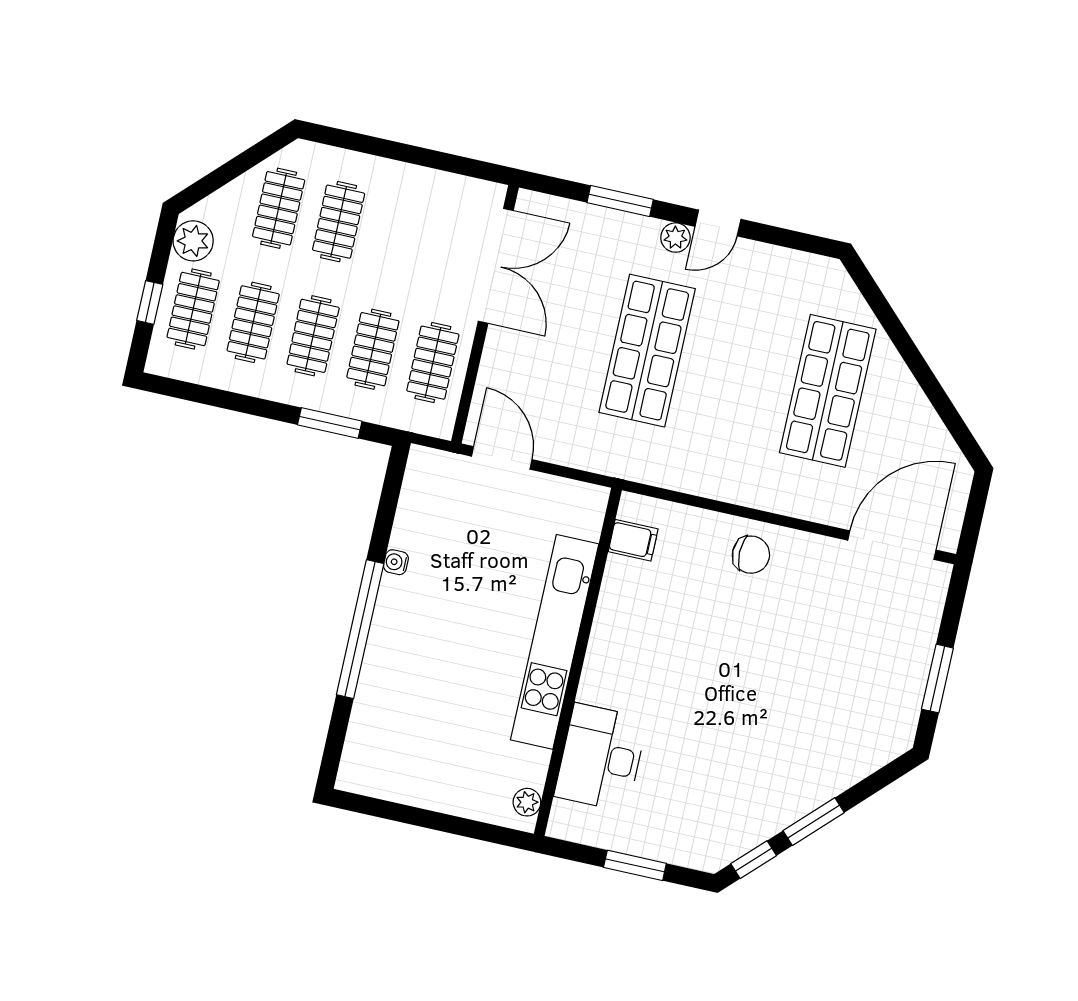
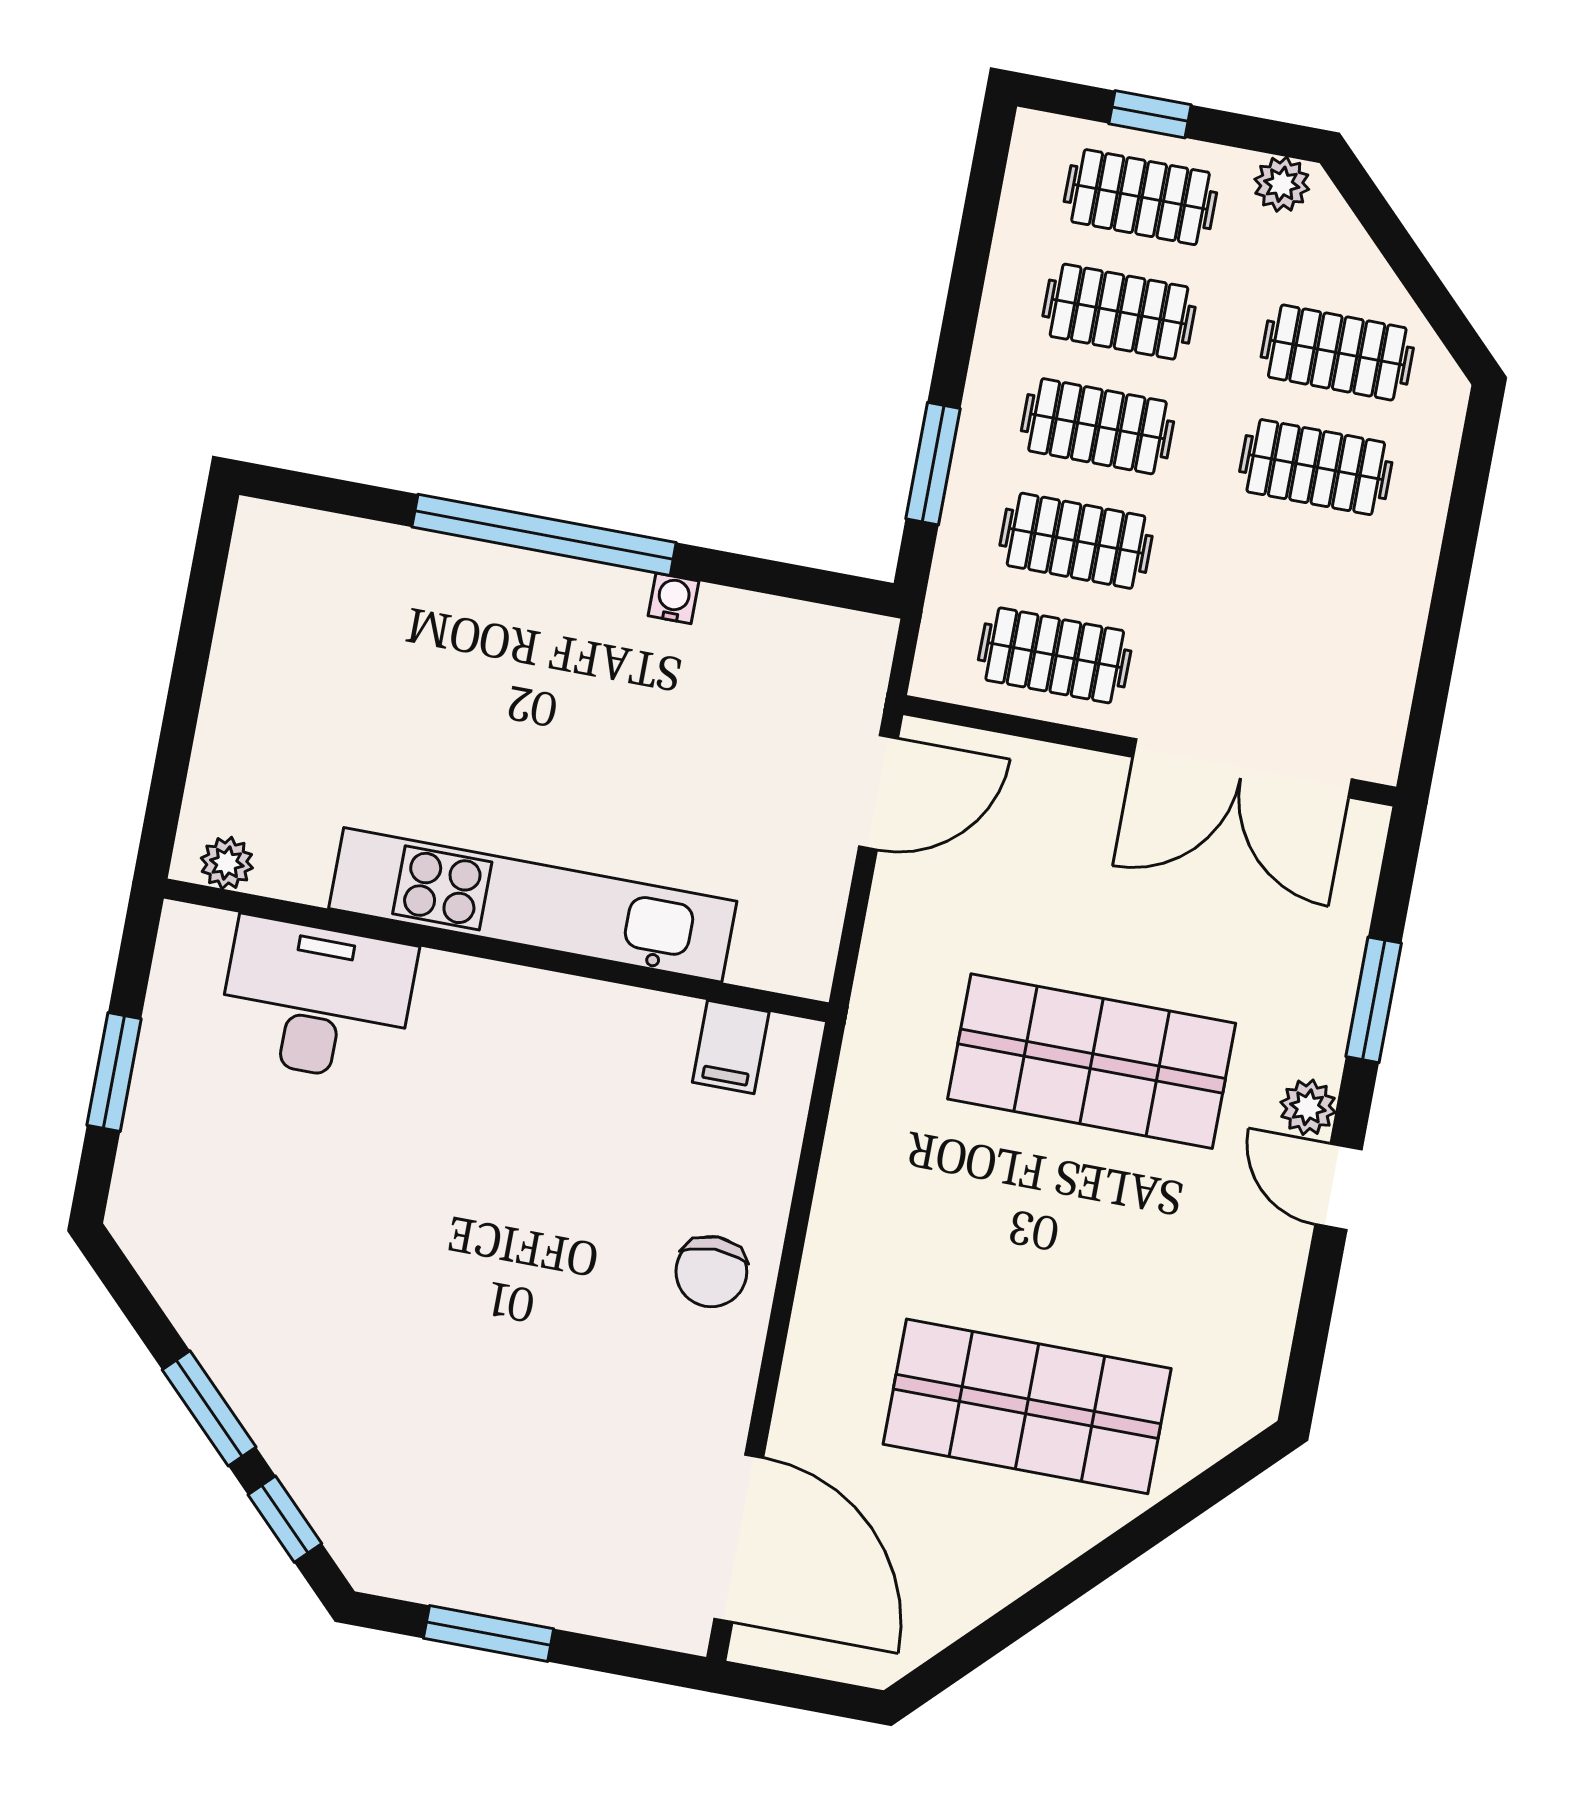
plant: (193, 241) -> (1282, 184), width x0.73, depth x0.73
window: (754, 860) -> (285, 1519), moved

